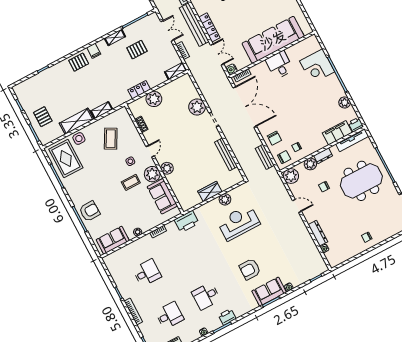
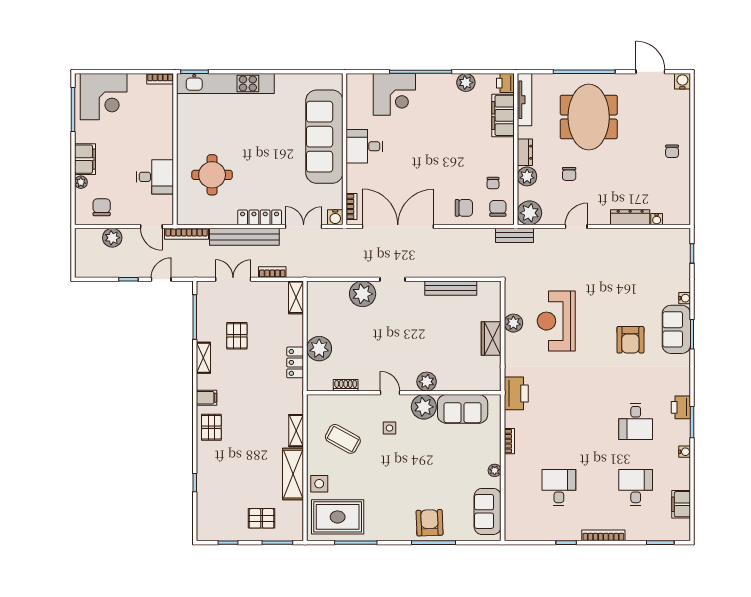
bench: (265, 157) -> (515, 235), moved
coffee table: (131, 182) -> (419, 443), removed

